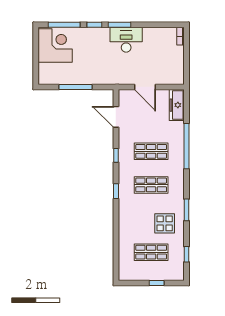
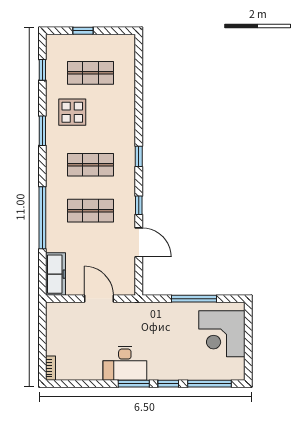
corner desk: (55, 46) -> (222, 334), moved
door: (116, 117) -> (139, 242), moved

